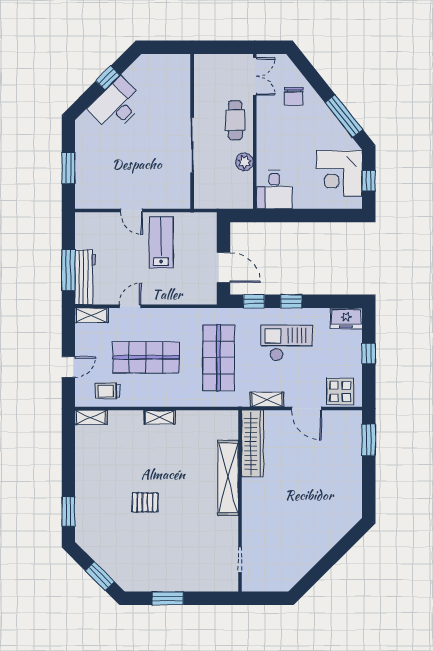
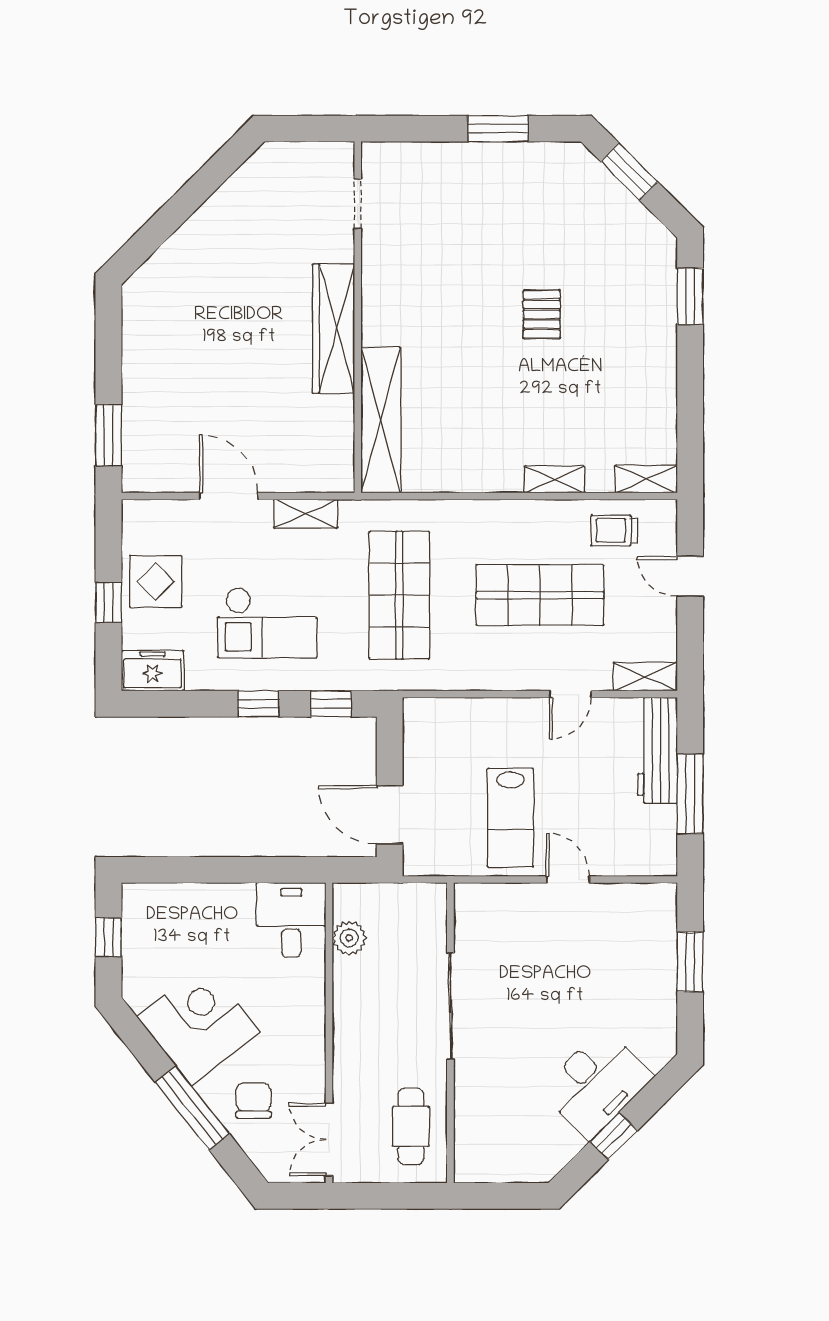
window: (344, 116) -> (192, 1108), moved
cafe table: (235, 120) -> (411, 1126), moved
plant: (244, 162) -> (349, 938), moved
corner desk: (339, 173) -> (199, 1024), moved, turned -38
door: (223, 267) -> (390, 815), moved
window: (68, 270) -> (690, 794), moved
door: (68, 367) -> (690, 576), hinge flipped
trolley: (108, 391) -> (614, 531), turned 180
display table: (340, 391) -> (156, 581), moved
shelving: (160, 417) -> (555, 479), moved
wardrobe: (252, 444) -> (334, 329), moved
shelving: (228, 478) -> (381, 420), moved
pallet: (145, 502) -> (542, 314), turned 90

